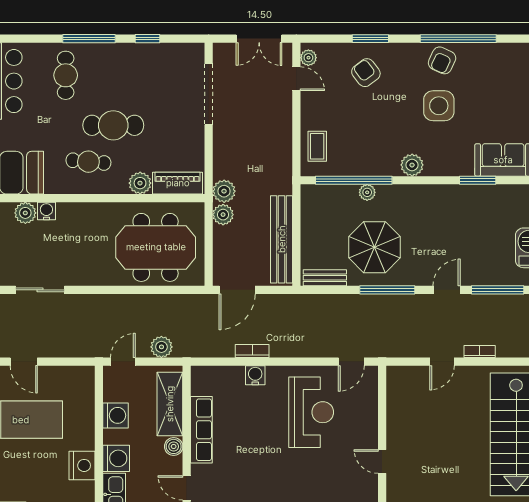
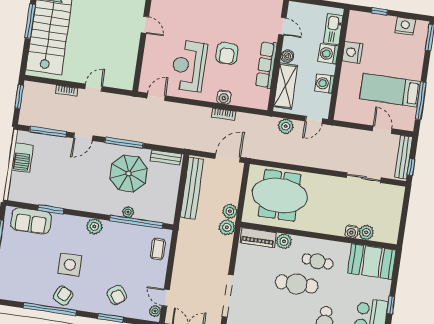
armchair: (260, 438) -> (227, 53), added

